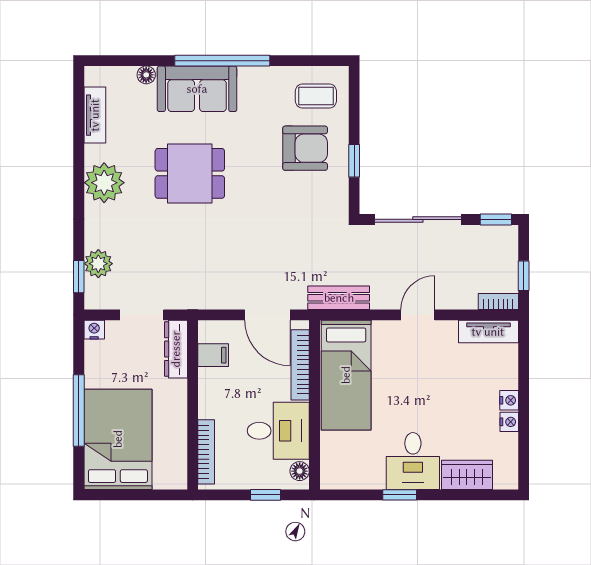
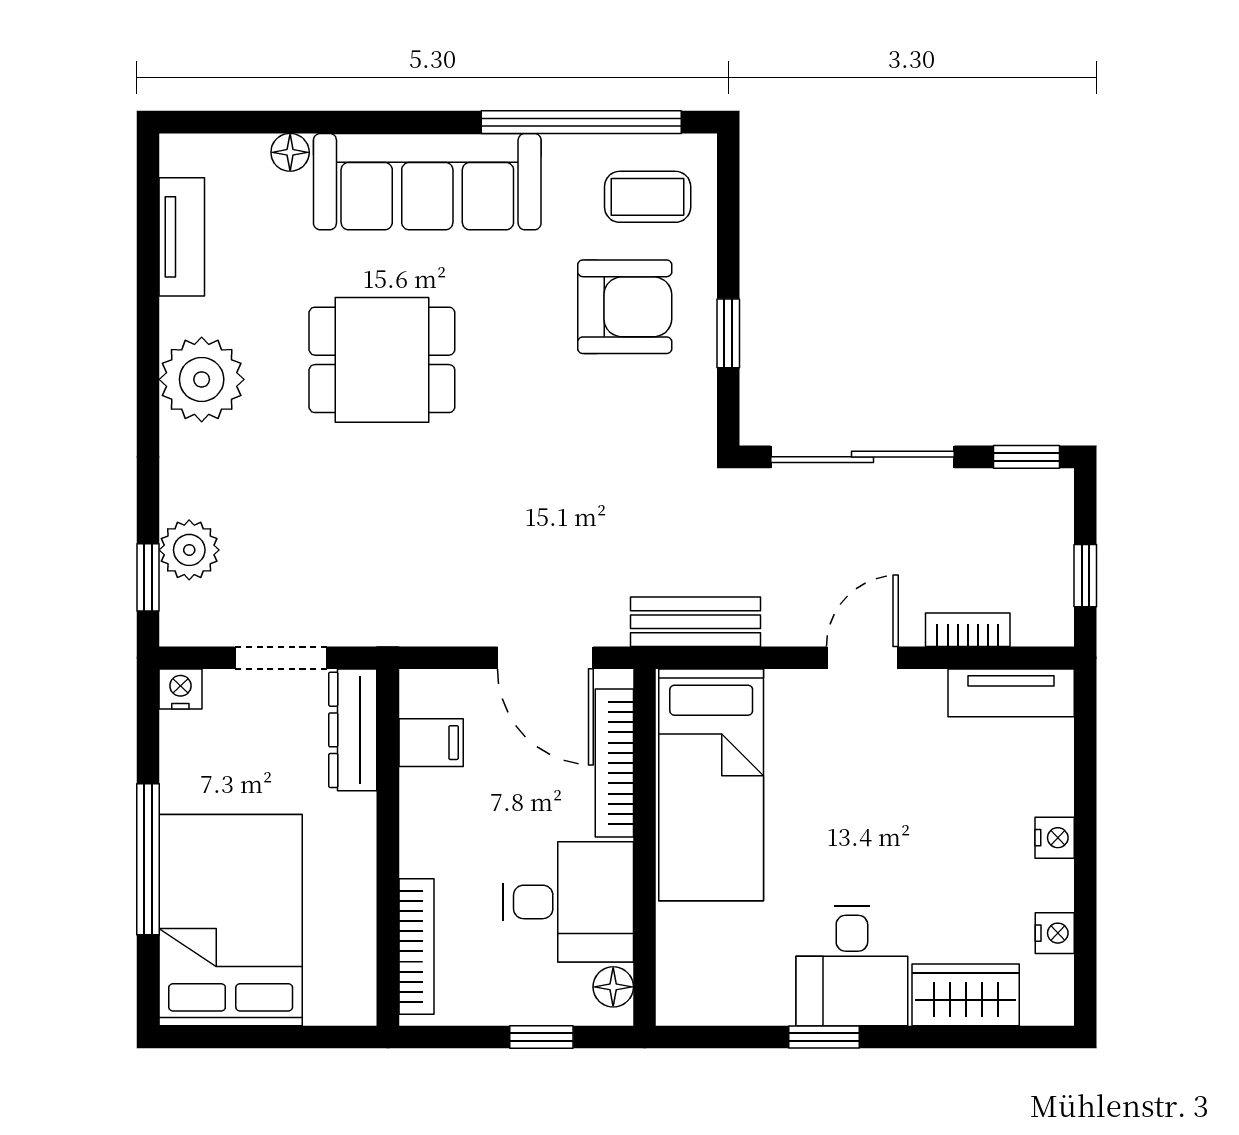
window: (222, 61) -> (581, 122), moved
sofa: (197, 89) -> (427, 182), width x1.36
bookcase: (498, 302) -> (968, 630), moved
nightstand: (509, 422) -> (1055, 933), moved

